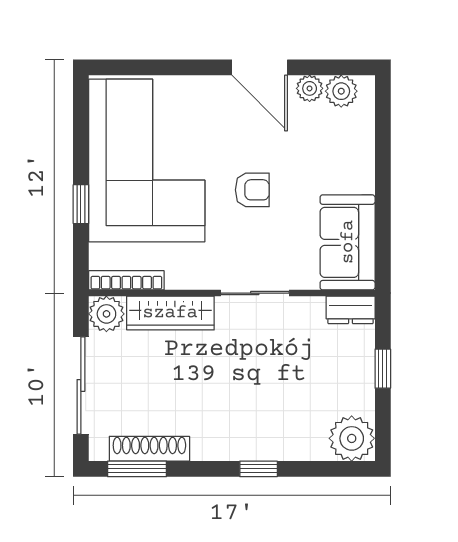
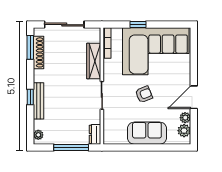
armchair: (252, 190) -> (144, 94), turned -112
sofa: (348, 242) -> (147, 133), moved
plant: (106, 314) -> (93, 35), removed
window: (383, 369) -> (71, 147), width x2.17
plant: (352, 438) -> (38, 135), width x0.53, depth x0.53
bench: (268, 449) -> (39, 101), added

